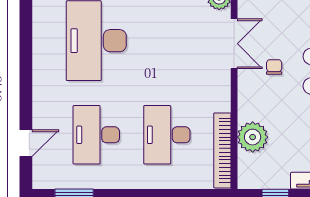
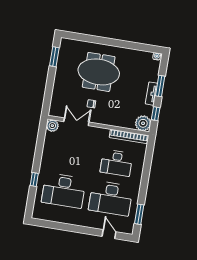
desk: (96, 135) -> (111, 198), width x1.36, depth x1.30
plant: (253, 137) -> (143, 123), moved

